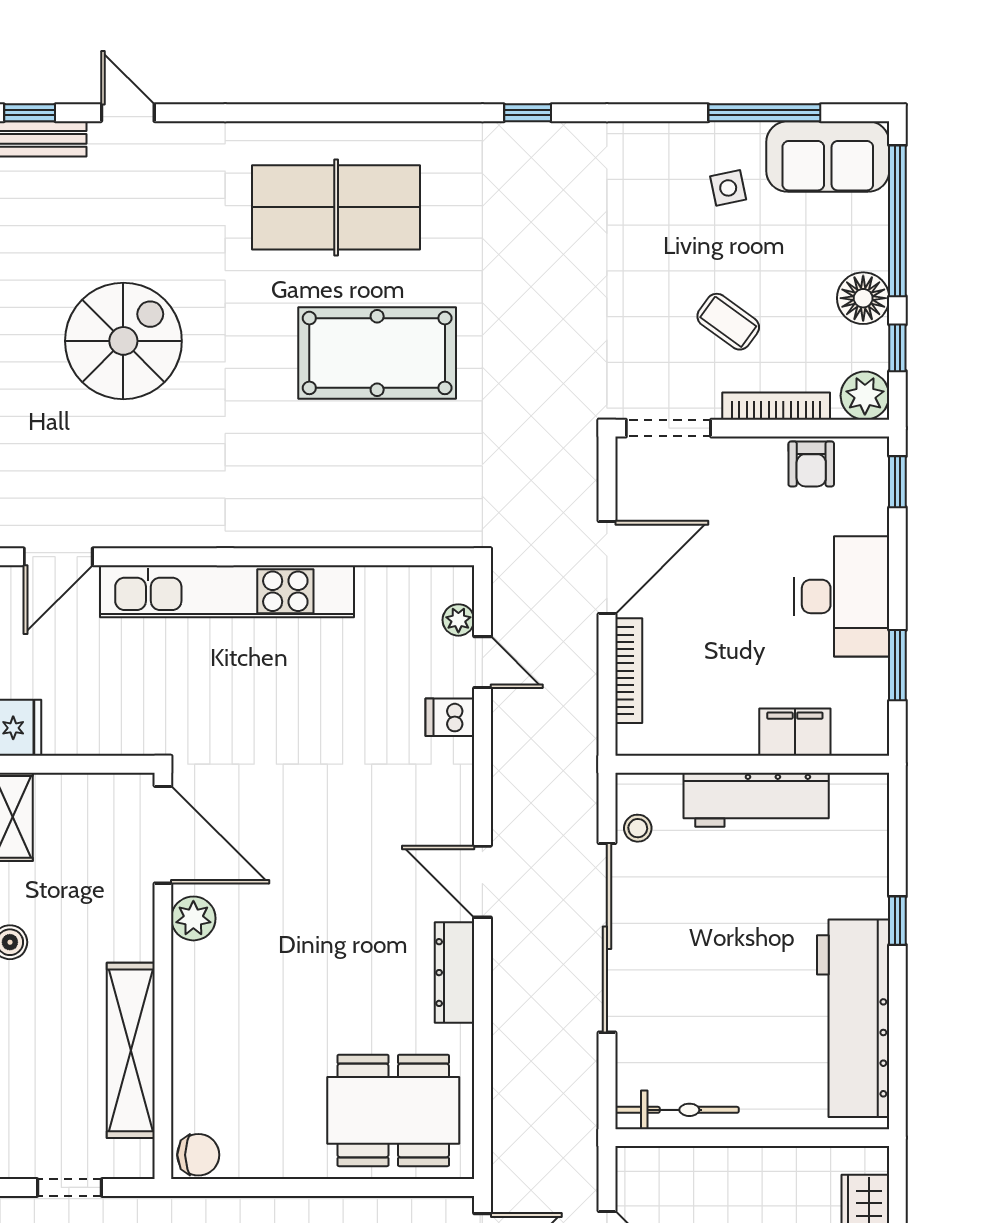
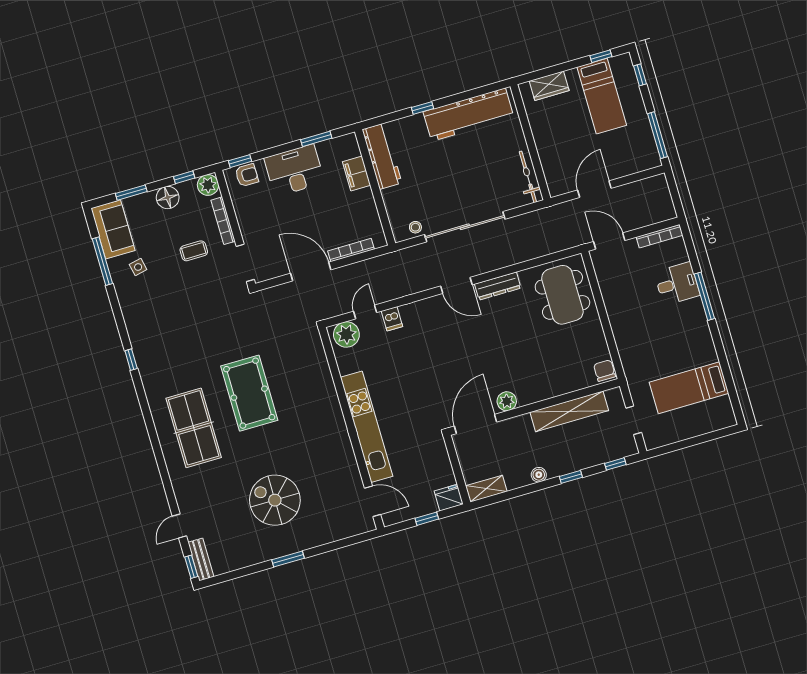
window: (897, 221) -> (131, 193), width x0.47
coffee table: (728, 322) -> (194, 251), turned 54
armchair: (811, 464) -> (247, 175), moved
plant: (458, 620) -> (346, 334), width x1.88, depth x1.88
workbench: (756, 800) -> (382, 156), moved
door: (482, 882) -> (456, 285), hinge flipped

